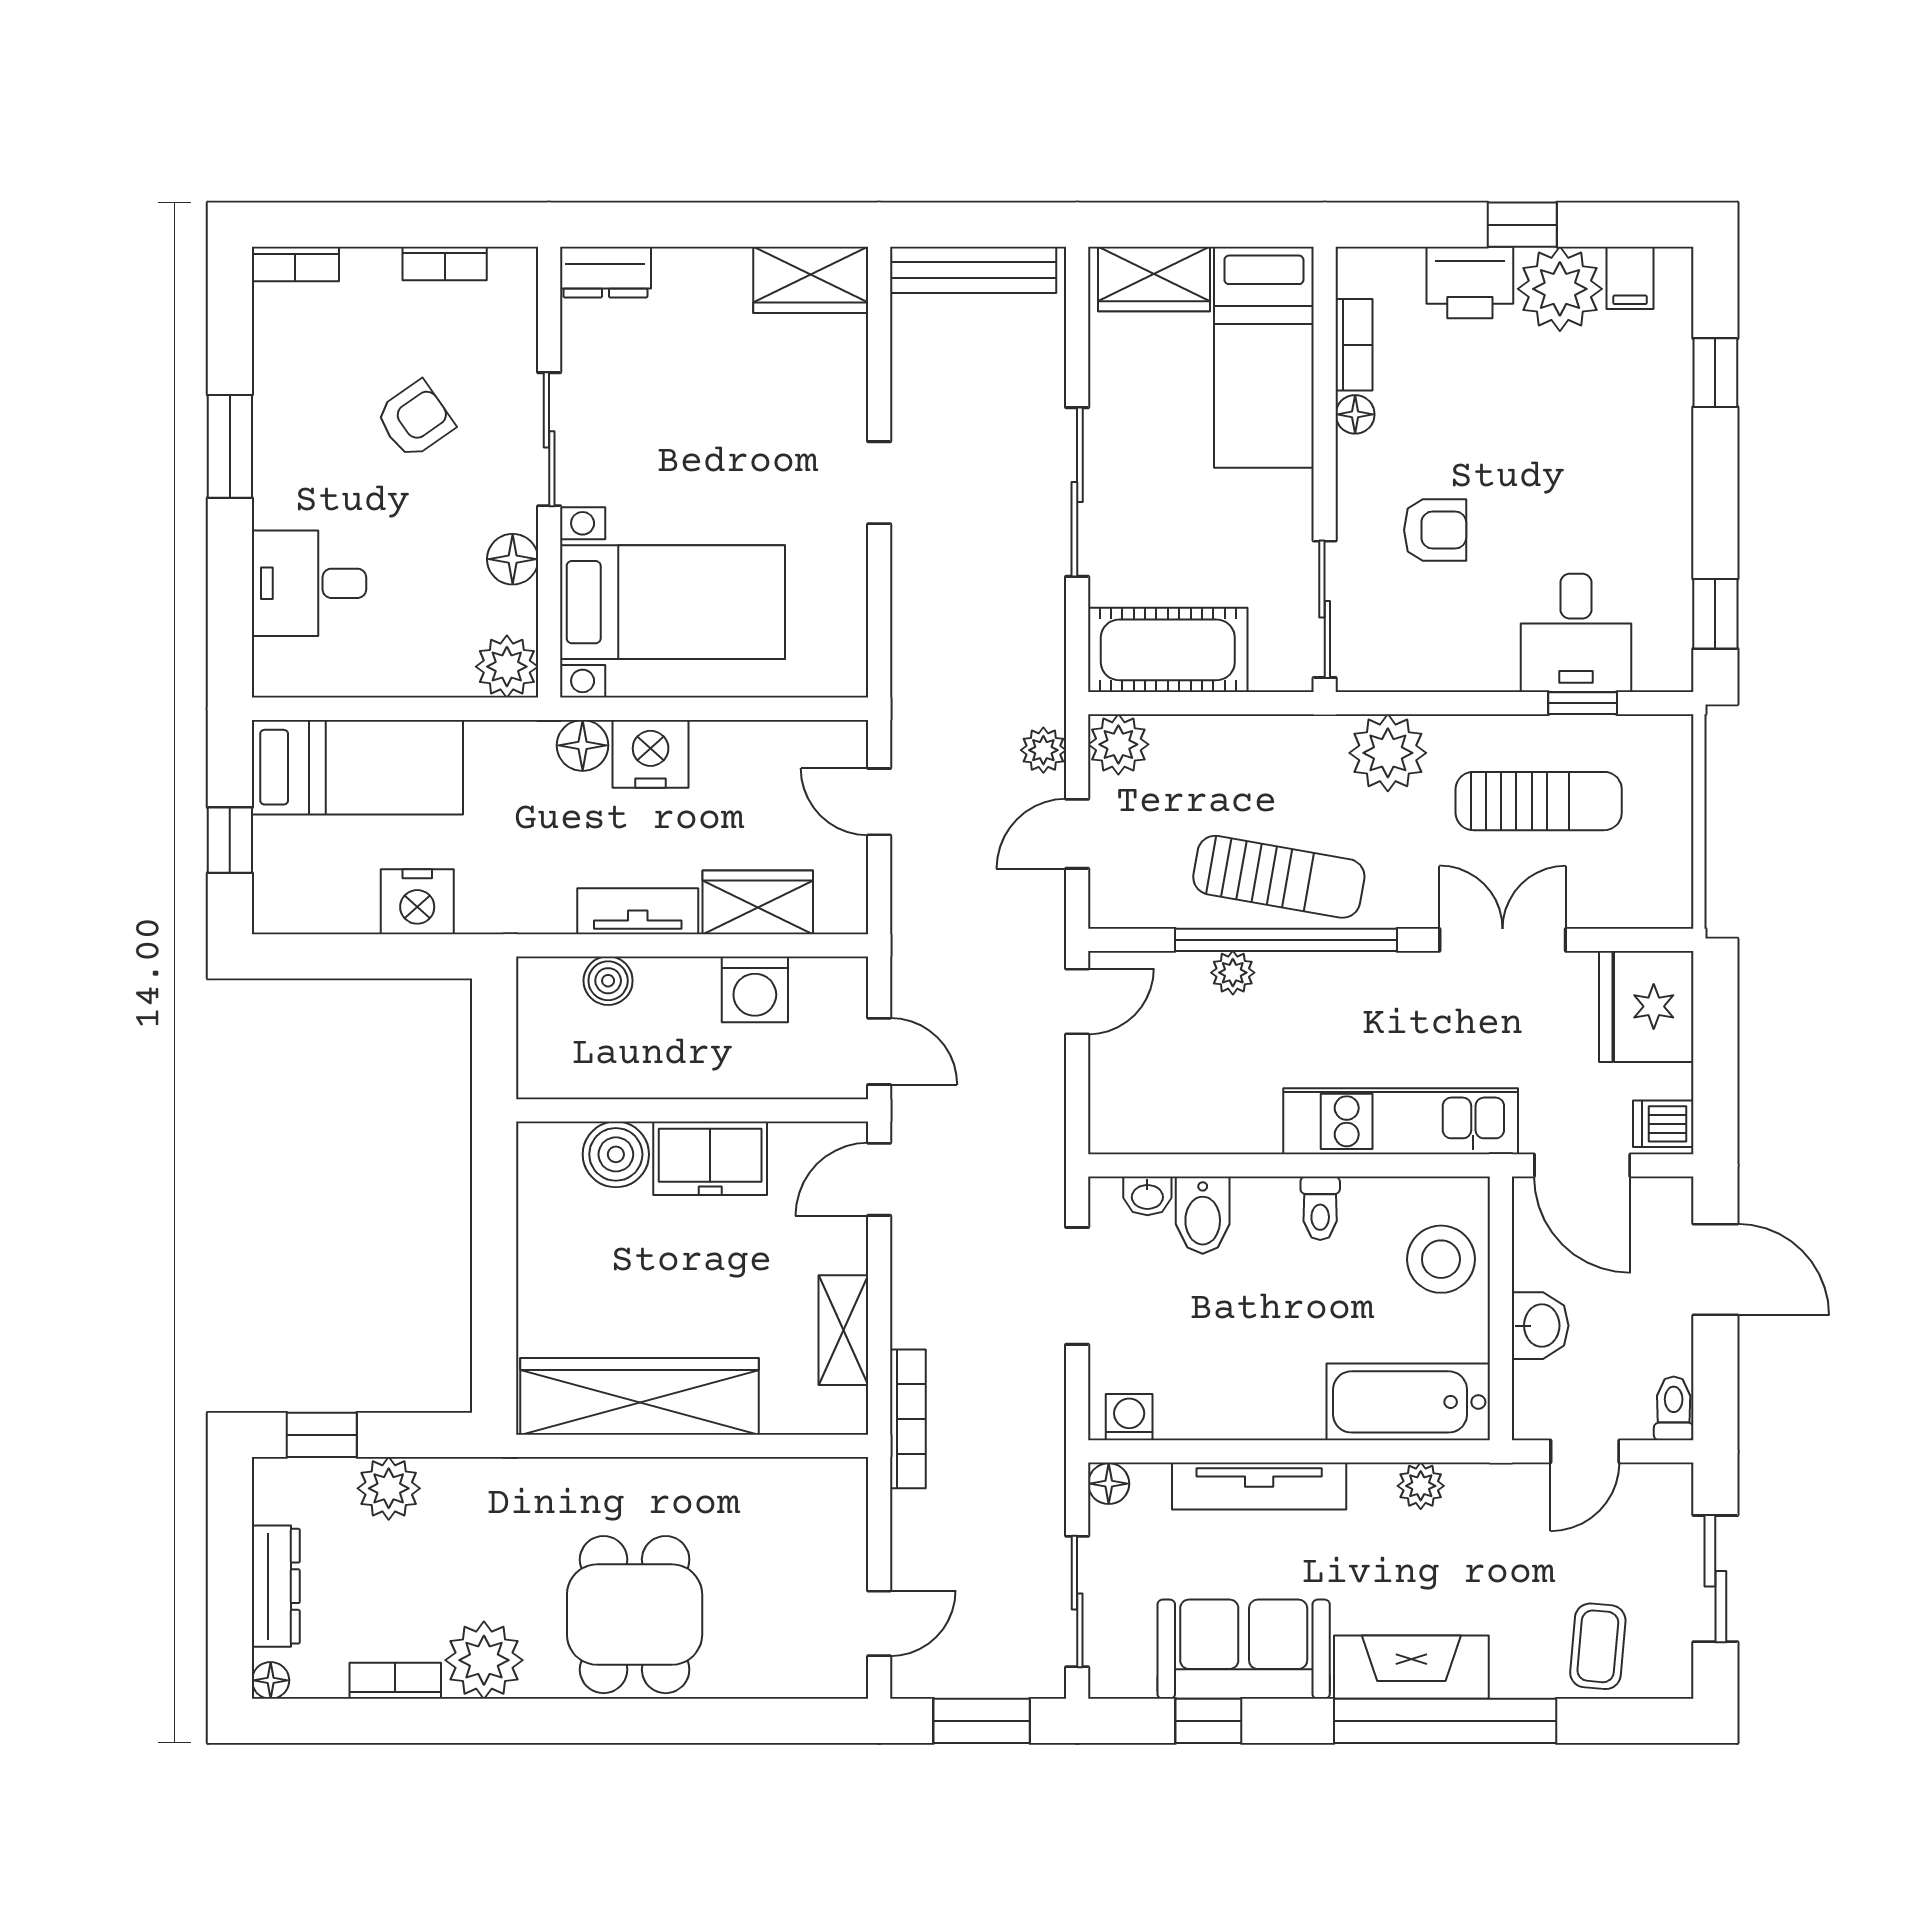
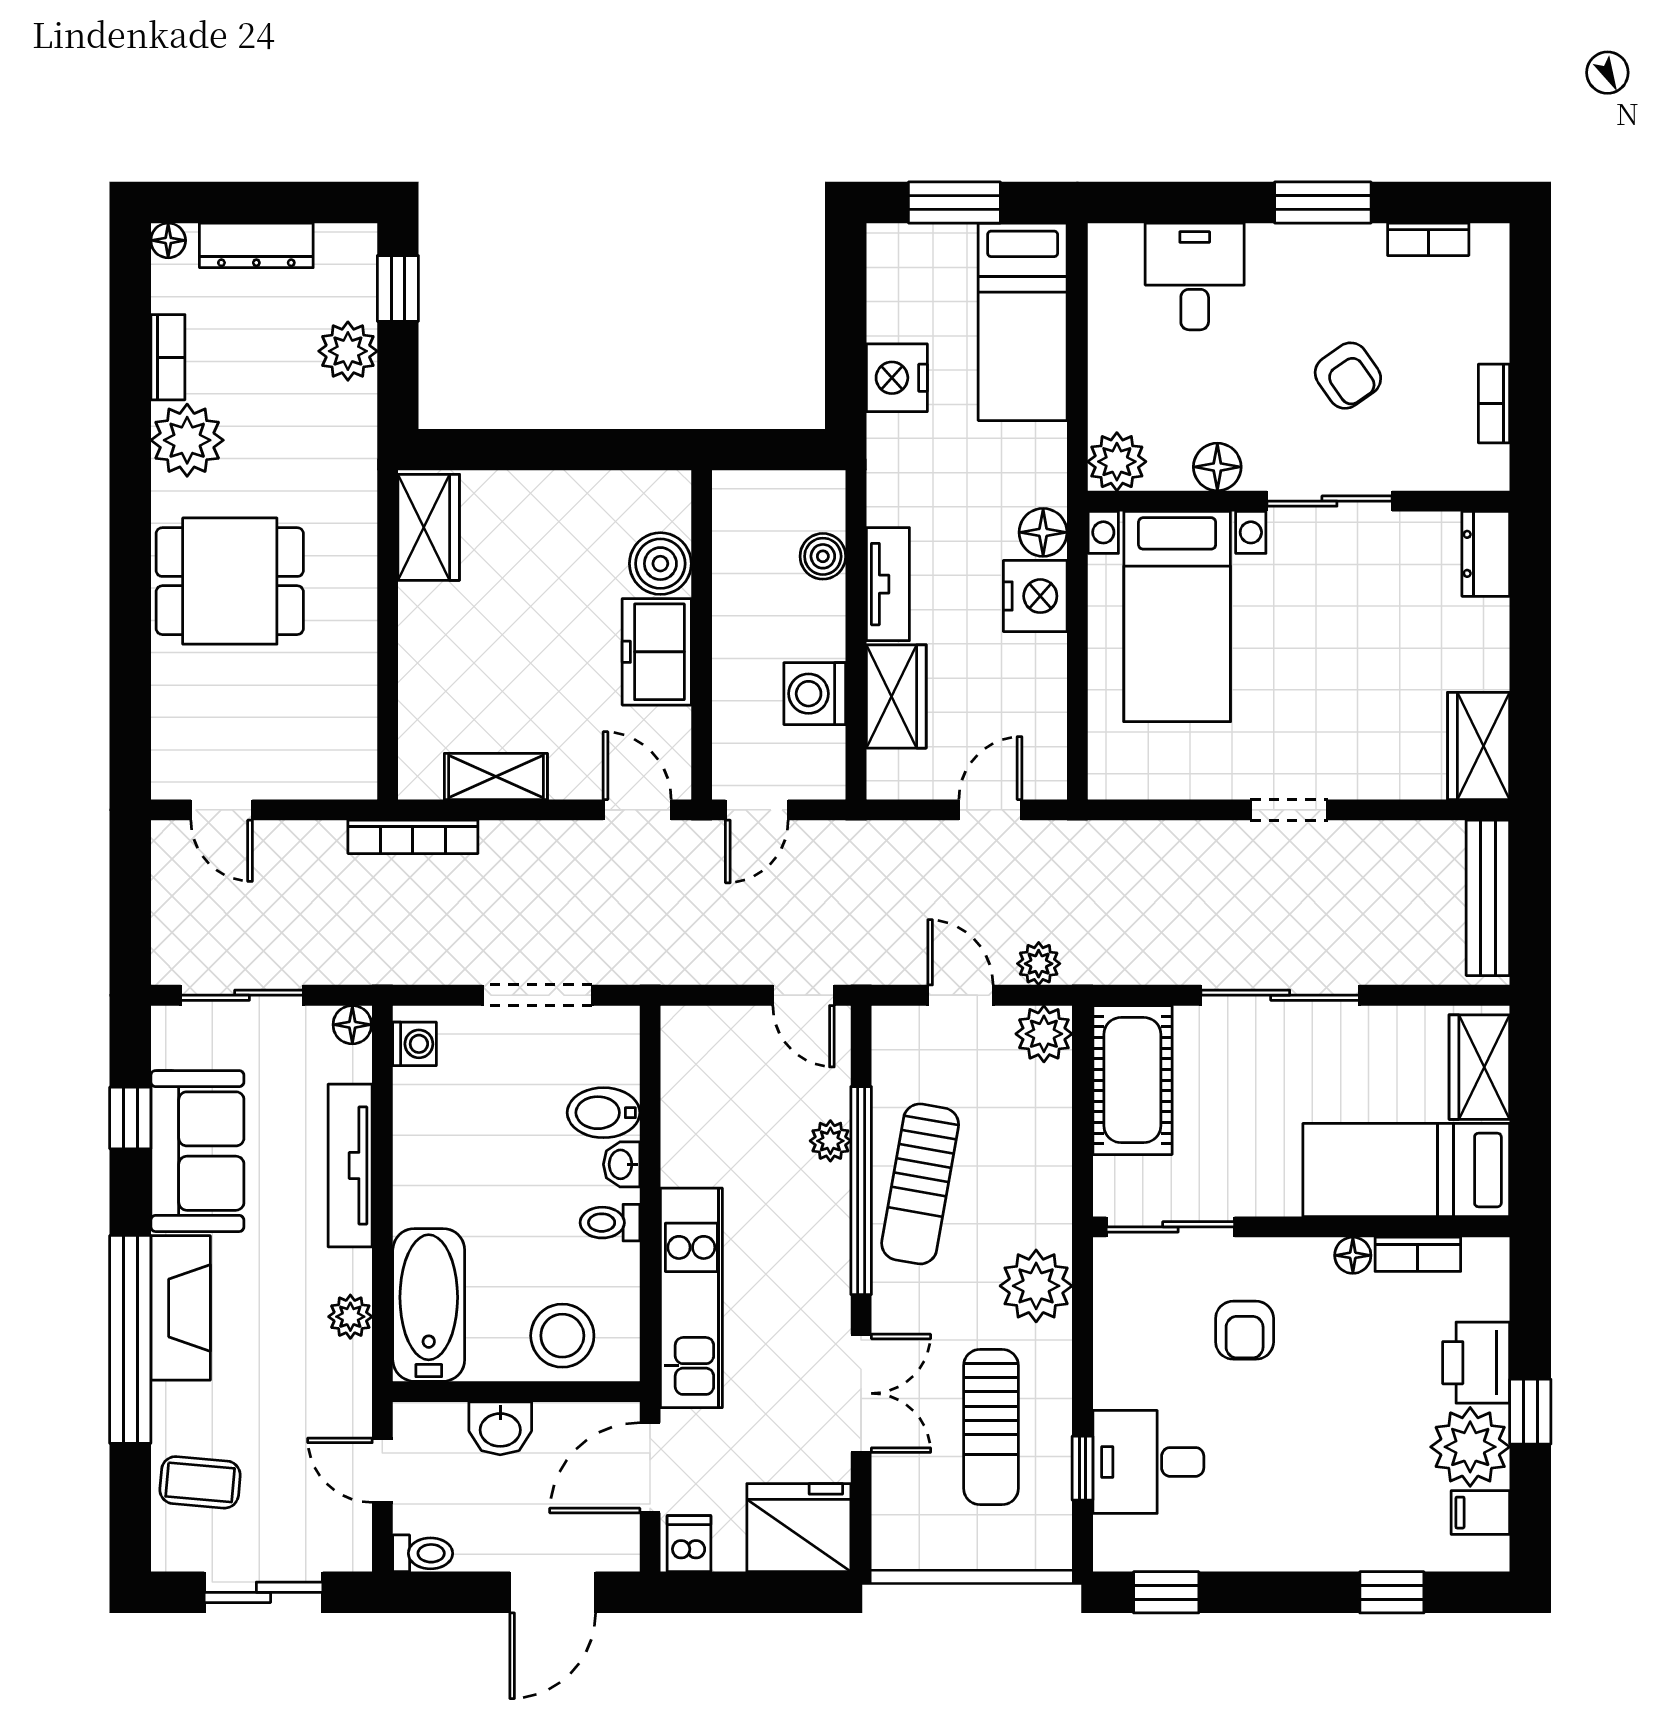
bookcase: (295, 264) -> (1428, 239), moved, turned -90
window: (230, 840) -> (954, 203), width x1.50
washbasin: (1147, 1196) -> (622, 1164), moved
wardrobe: (639, 1396) -> (429, 527), width x0.48, depth x0.85
window: (982, 1721) -> (130, 906), removed

